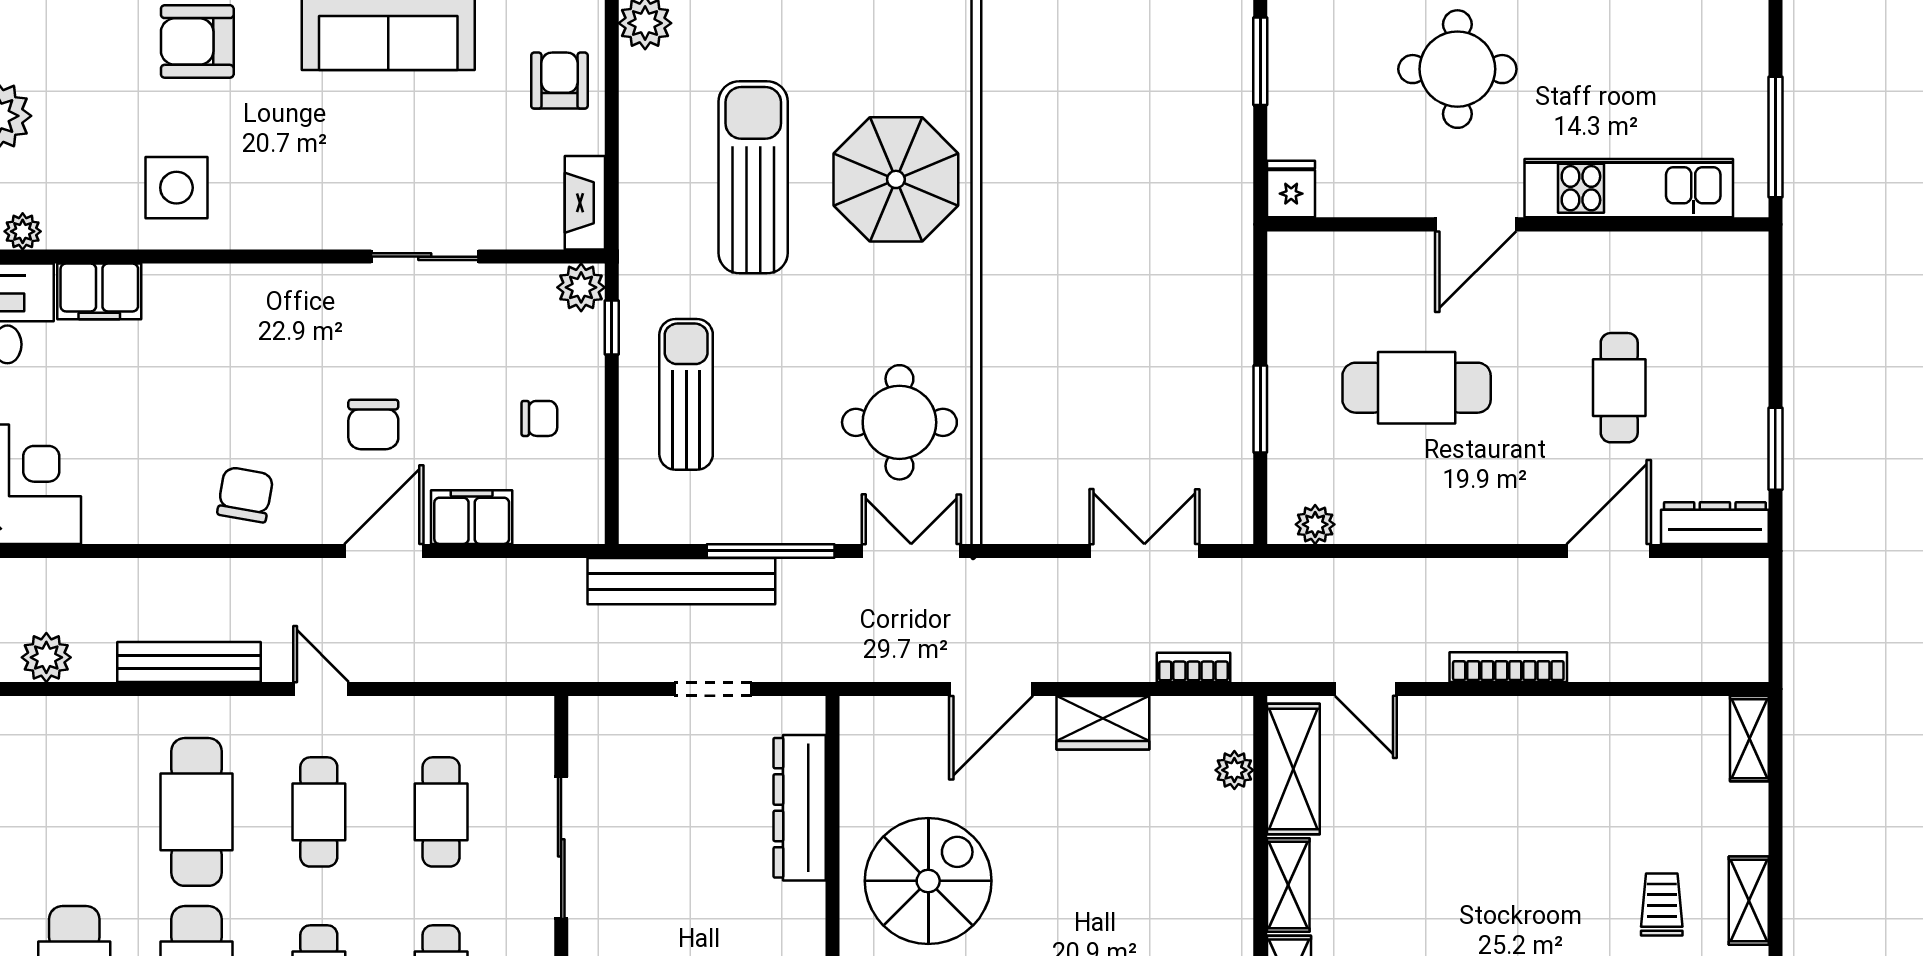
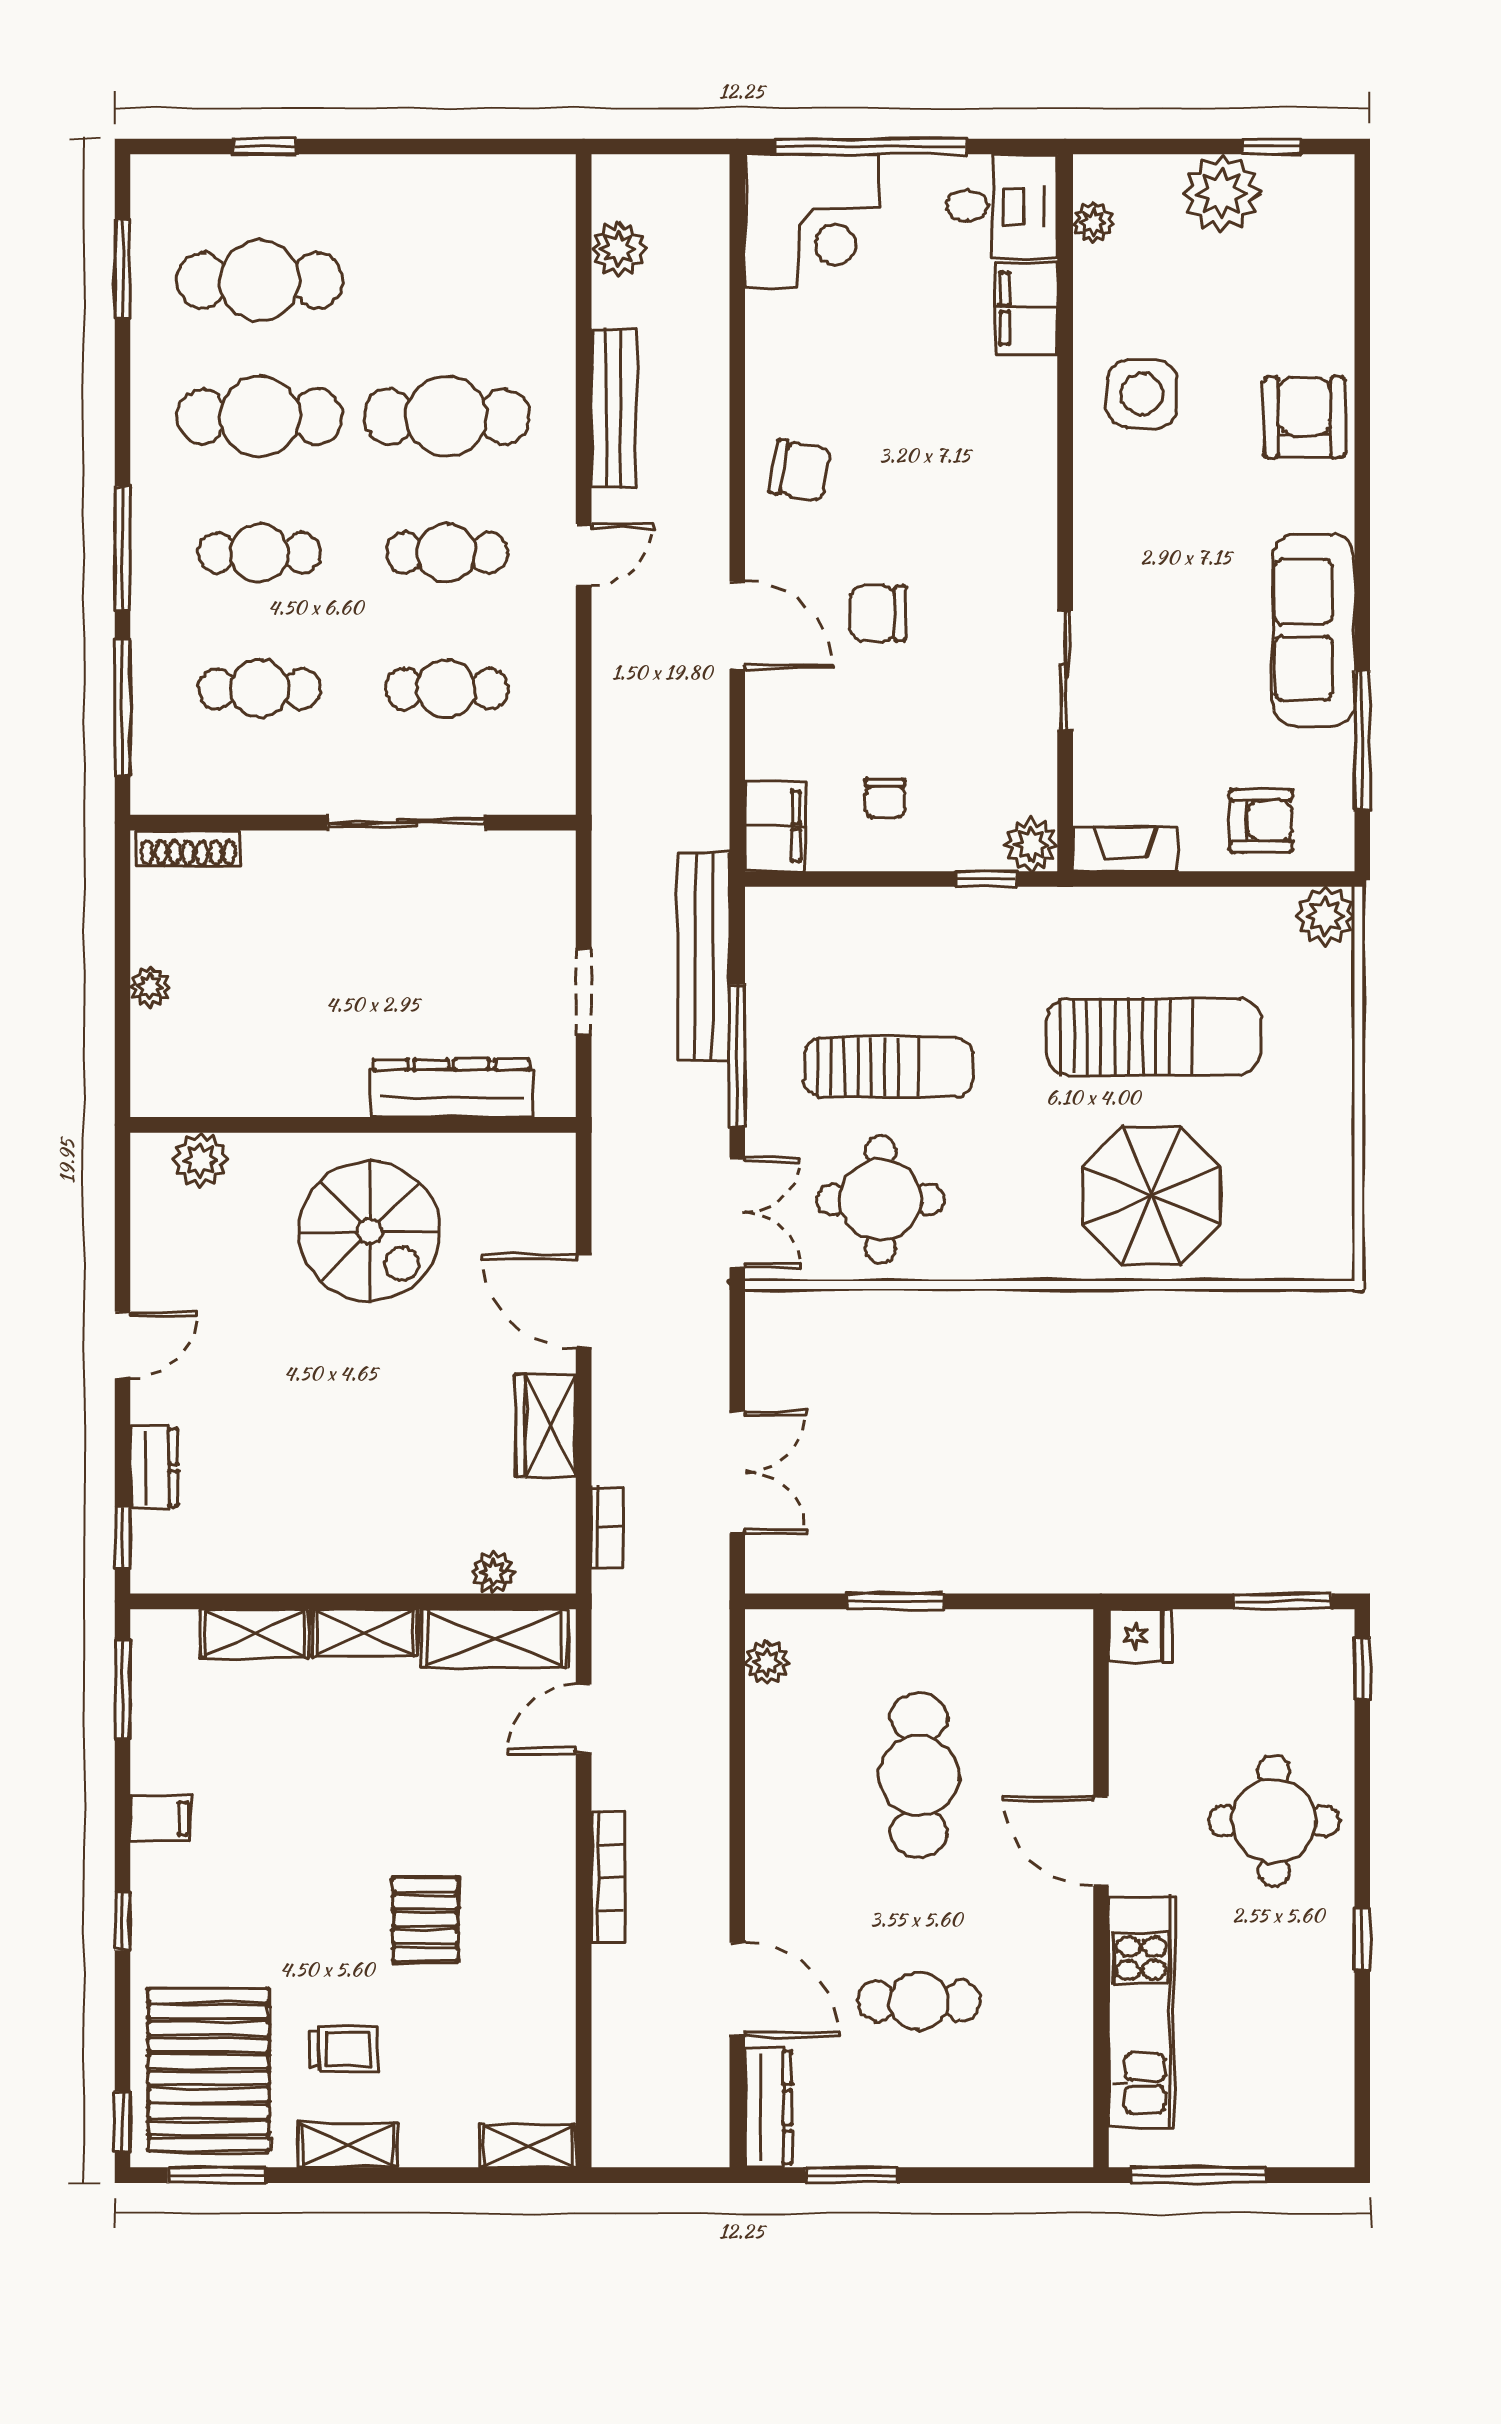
sun lounger: (686, 394) -> (888, 1067), moved
filing cabinet: (472, 517) -> (775, 826), moved
pallet: (1546, 831) -> (425, 1919), added

